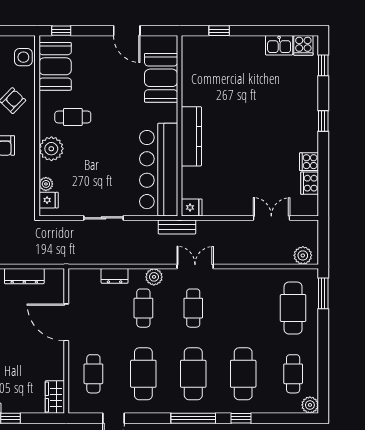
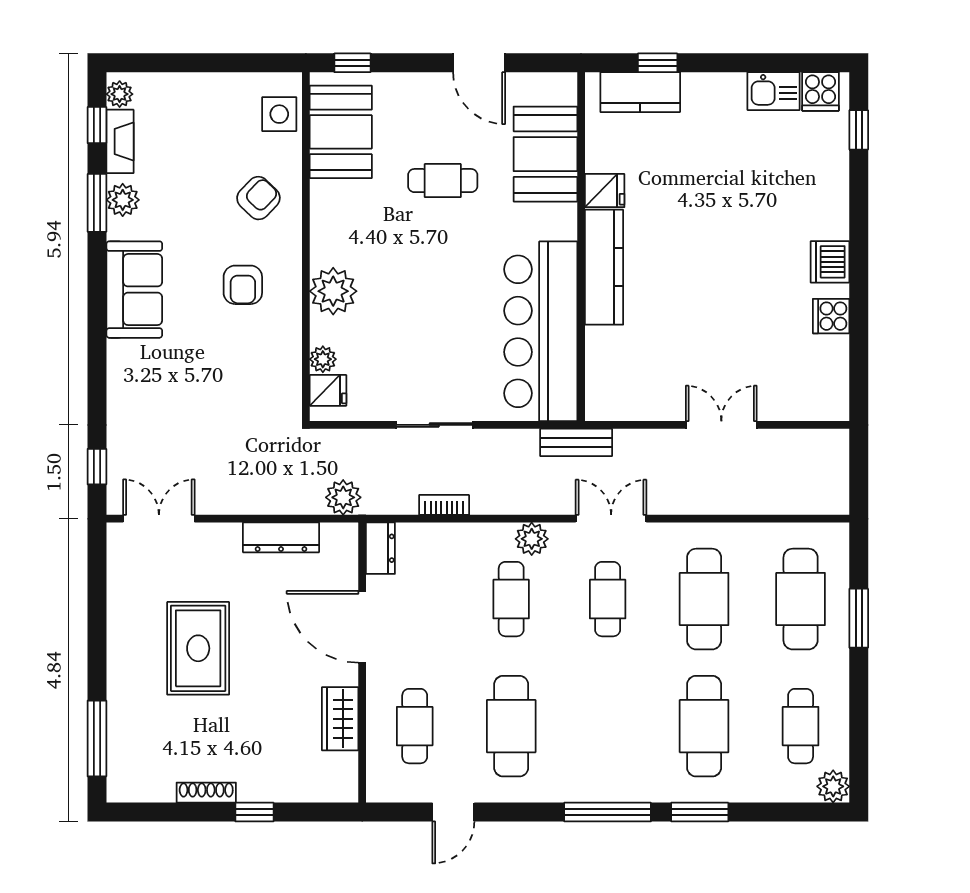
kitchen counter: (210, 46) -> (640, 92), added
cafe table: (73, 117) -> (443, 181), moved
window: (323, 121) -> (859, 237), removed
dishwasher: (308, 134) -> (830, 262), added
cooker: (310, 183) -> (832, 358), removed
fridge: (192, 207) -> (605, 191), moved
double door: (271, 218) -> (721, 425), moved
plant: (303, 255) -> (343, 497), moved
bookcase: (109, 259) -> (444, 505), added
dresser: (115, 276) -> (380, 548), moved, turned -90
window: (323, 293) -> (859, 618), moved
cafe table: (193, 374) -> (704, 599), moved
wardrobe: (55, 397) -> (340, 719), moved
window: (241, 418) -> (700, 812), width x1.50

